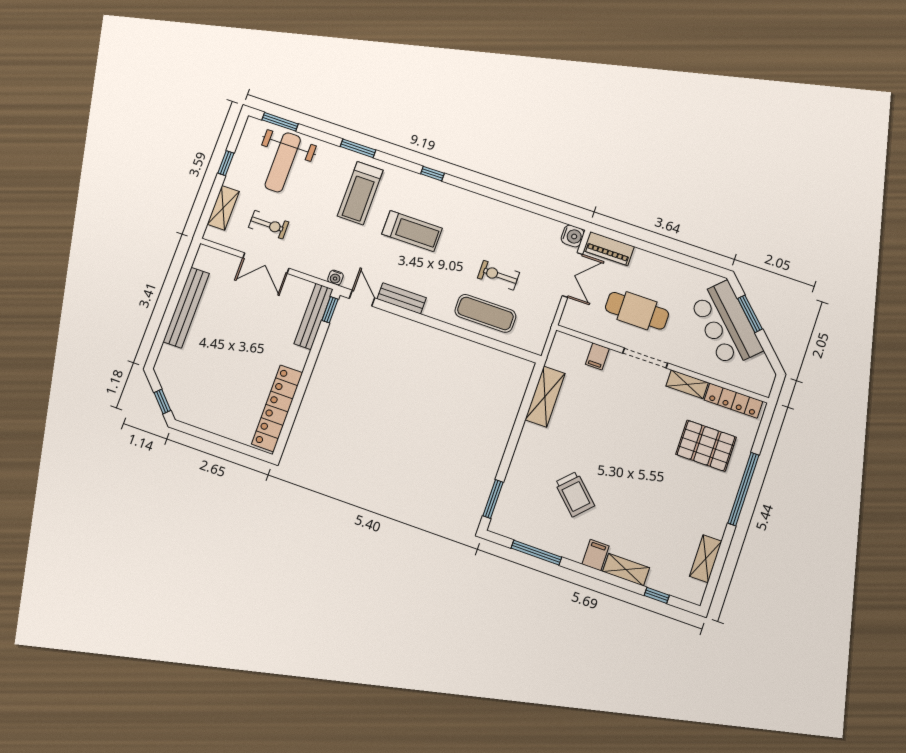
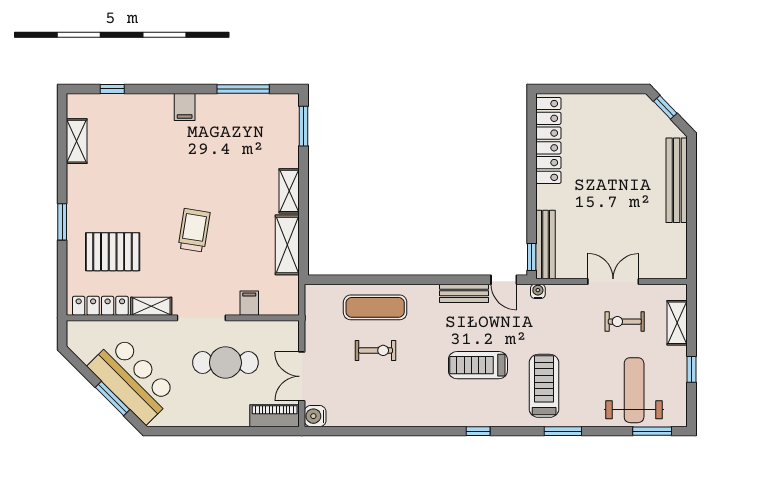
bench: (186, 308) -> (677, 180), moved
window: (743, 489) -> (62, 222), width x0.47
trolley: (575, 494) -> (194, 230), moved, turned 55
shelving: (626, 570) -> (289, 191), moved, turned 90

